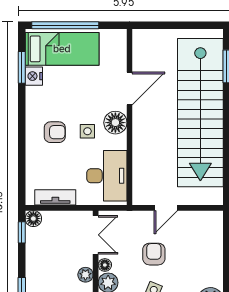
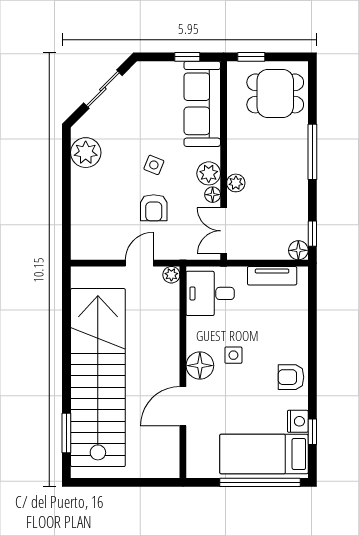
window: (22, 67) -> (312, 432), width x0.67
armchair: (55, 132) -> (291, 377), moved
desk: (107, 176) -> (210, 293), width x0.73
plant: (139, 198) -> (171, 275), added

